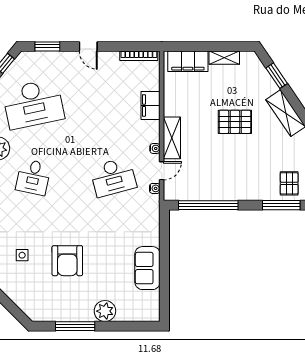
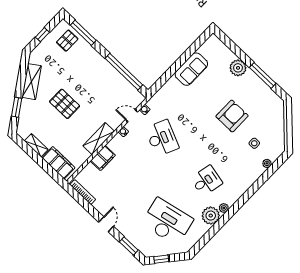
shelving: (172, 138) -> (99, 139), moved
desk: (113, 177) -> (162, 138), turned 39

